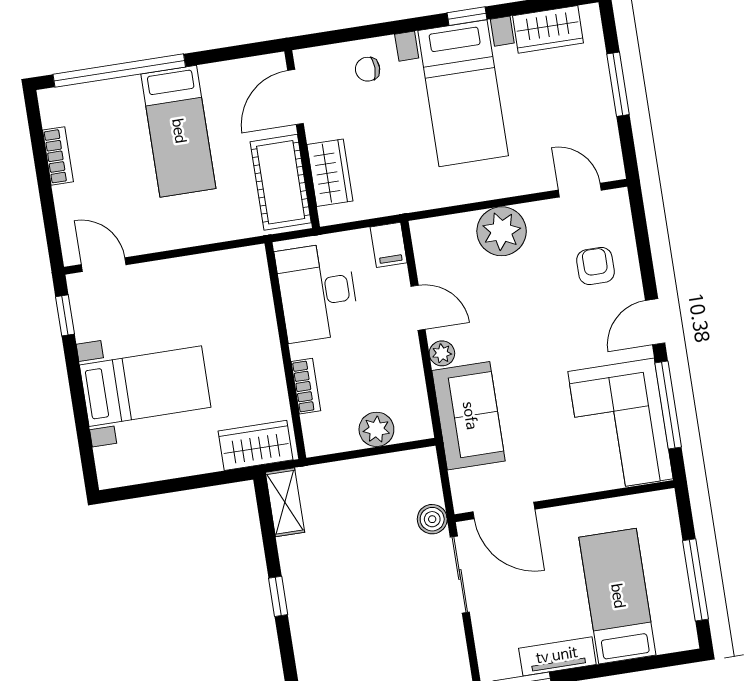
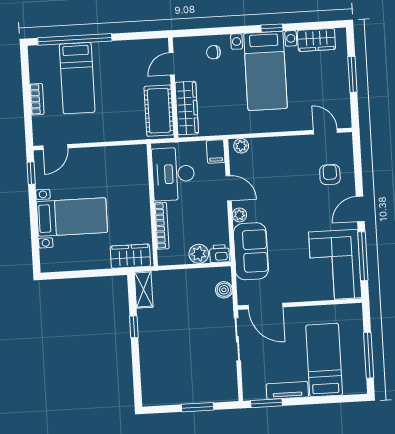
door: (295, 97) -> (172, 64), width x0.73
bed: (178, 131) -> (77, 78), moved
bookcase: (58, 156) -> (37, 99), moved
wardrobe: (330, 173) -> (187, 108), width x1.50
plant: (502, 231) -> (241, 146), moved, width x0.53, depth x0.53
door: (104, 265) -> (55, 147), swing flipped
bookcase: (306, 386) -> (162, 226), width x1.56
printer: (413, 425) -> (220, 254), added
boiler: (432, 519) -> (224, 290), moved
window: (278, 596) -> (134, 327), moved

